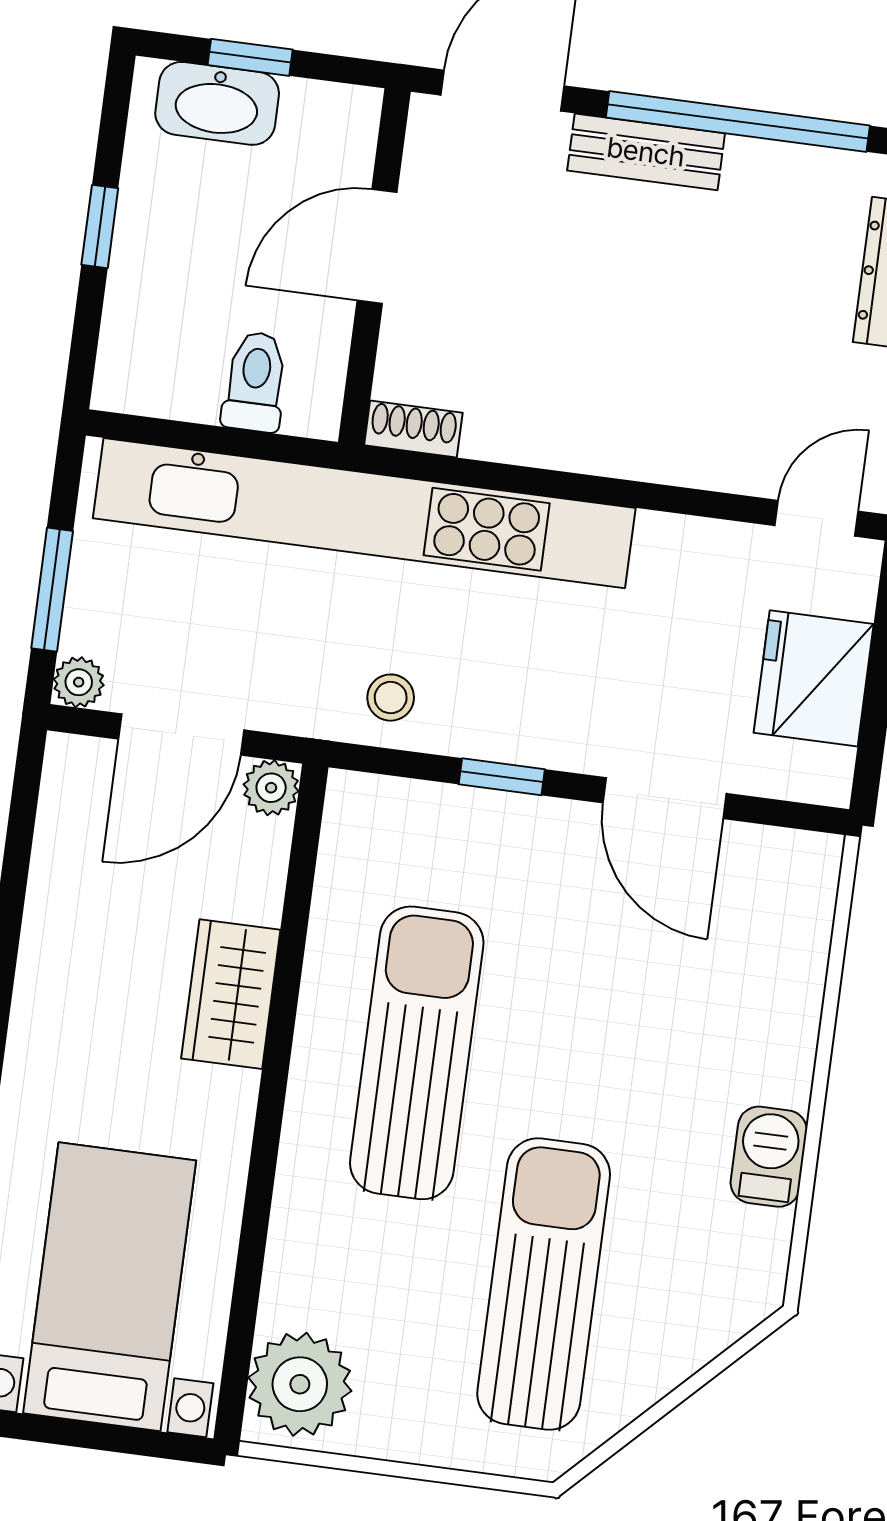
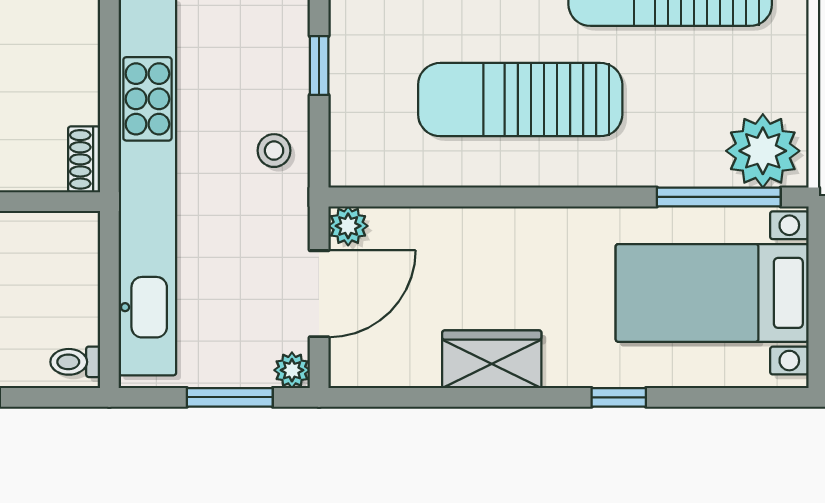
toilet: (255, 382) -> (75, 362), moved, width x0.73, depth x0.72
door: (181, 734) -> (319, 294), hinge flipped
wardrobe: (231, 994) -> (492, 359), moved, turned 180
window: (243, 1314) -> (719, 197), added

